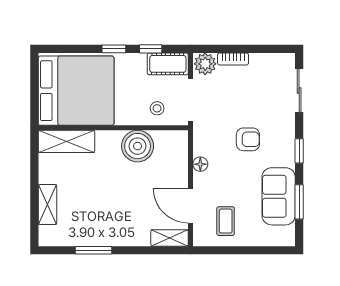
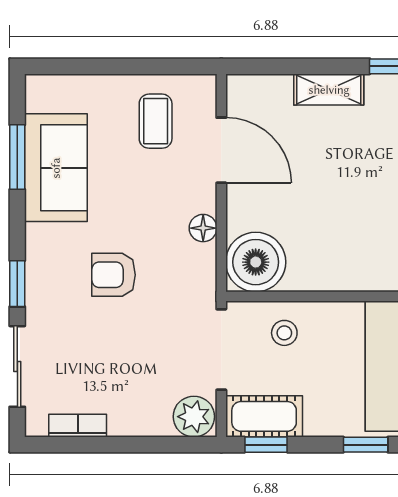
window: (151, 49) -> (266, 445), moved
bookcase: (233, 59) -> (78, 426), moved
boiler: (138, 146) -> (256, 262), moved
window: (299, 151) -> (17, 284), moved
shelving: (170, 238) -> (329, 90), moved

